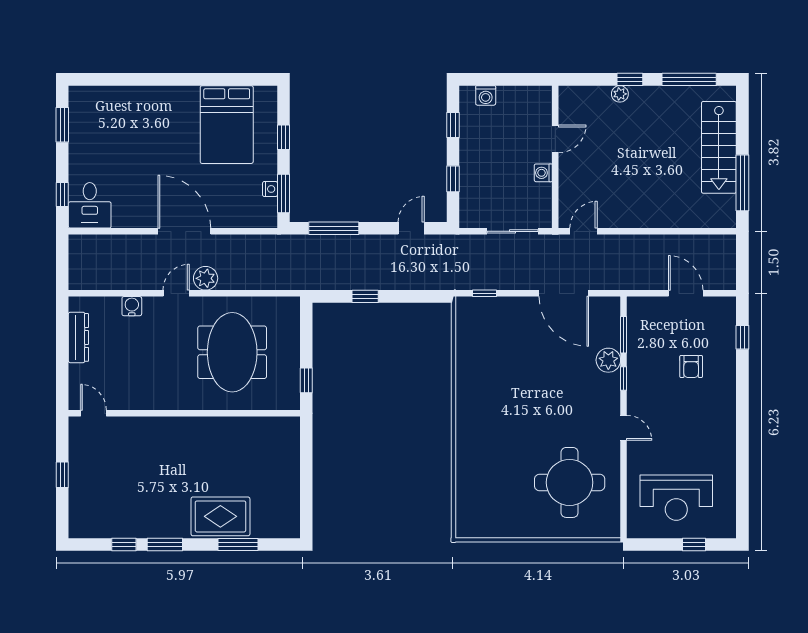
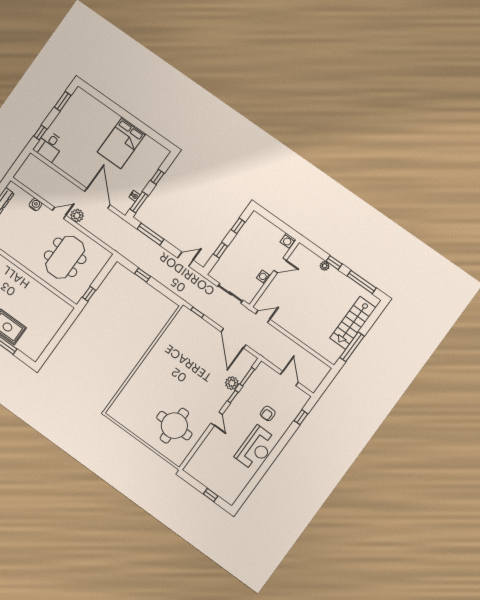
washing machine: (486, 95) -> (288, 241), moved
bed: (227, 125) -> (122, 143), moved
door: (184, 231) -> (97, 198), moved
reception desk: (676, 498) -> (256, 448), moved, turned -90

